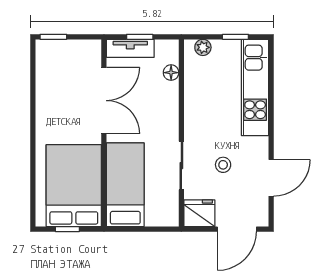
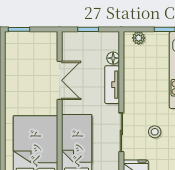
tv unit: (130, 48) -> (112, 85), moved, turned 90
double door: (104, 101) -> (60, 80), width x0.73

